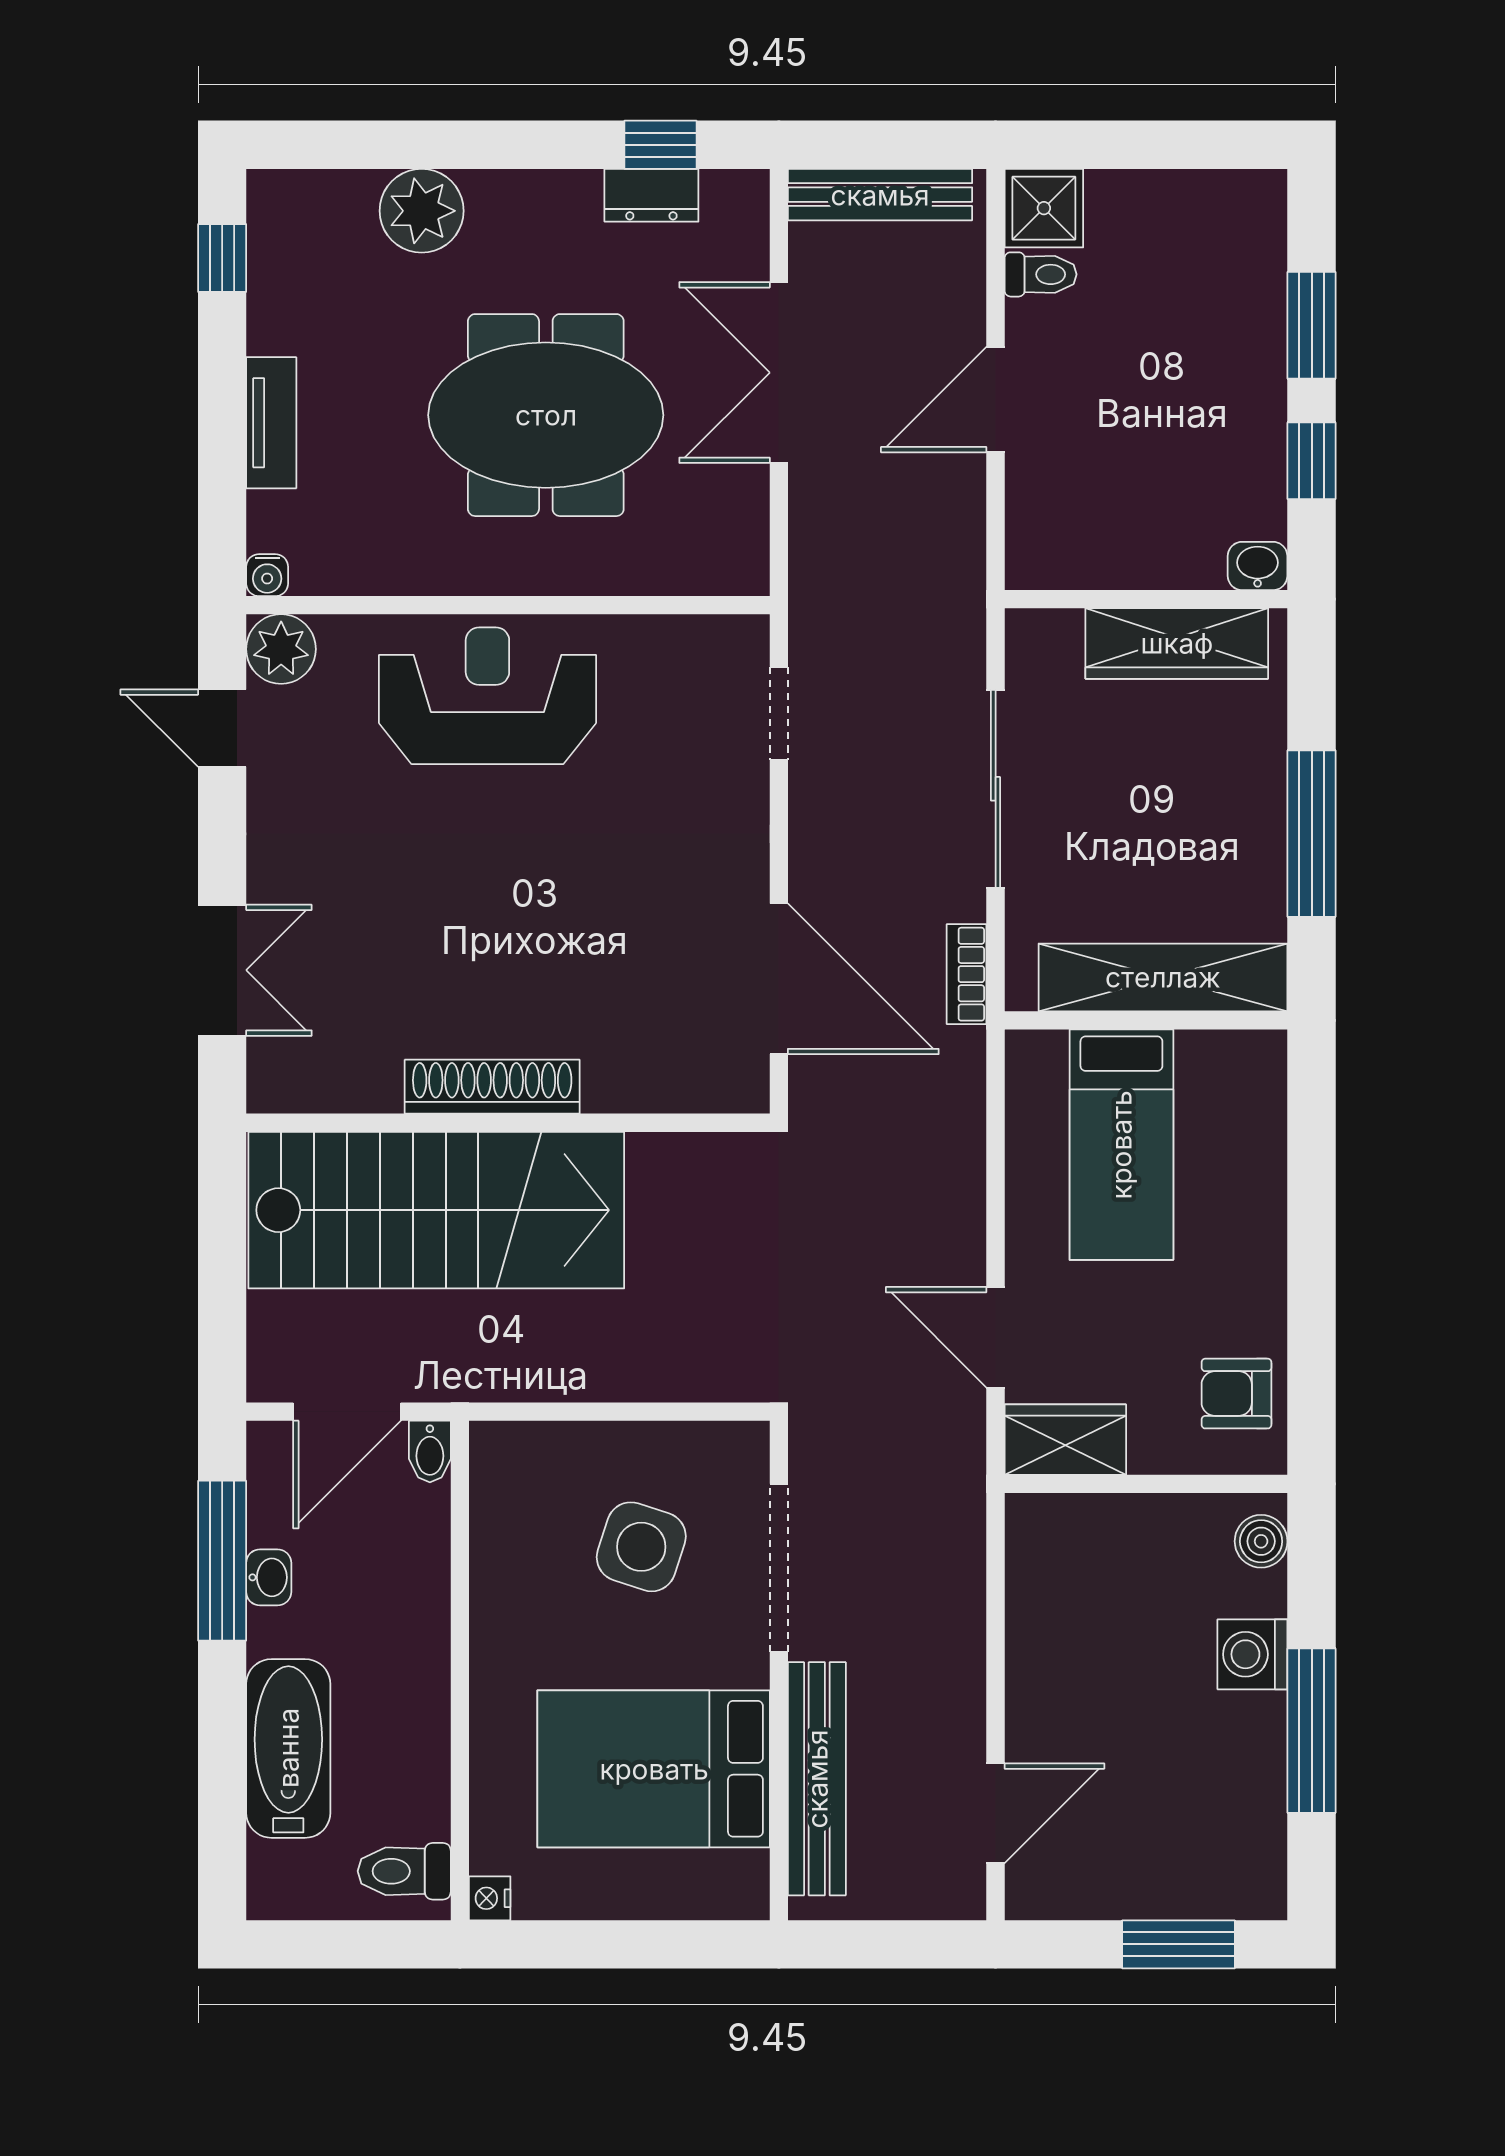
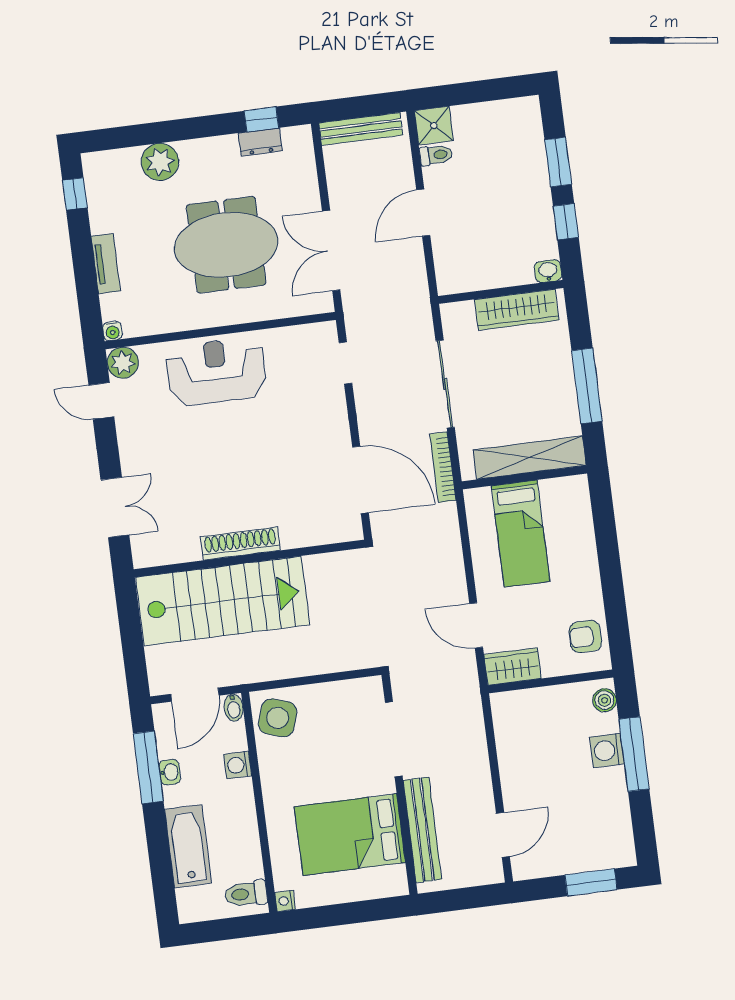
double door: (779, 373) -> (331, 251), moved
bookcase: (967, 974) -> (443, 467), width x1.56
side table: (641, 1547) -> (278, 718), moved
washing machine: (423, 1581) -> (238, 765), added
window: (1312, 1731) -> (634, 754), moved

